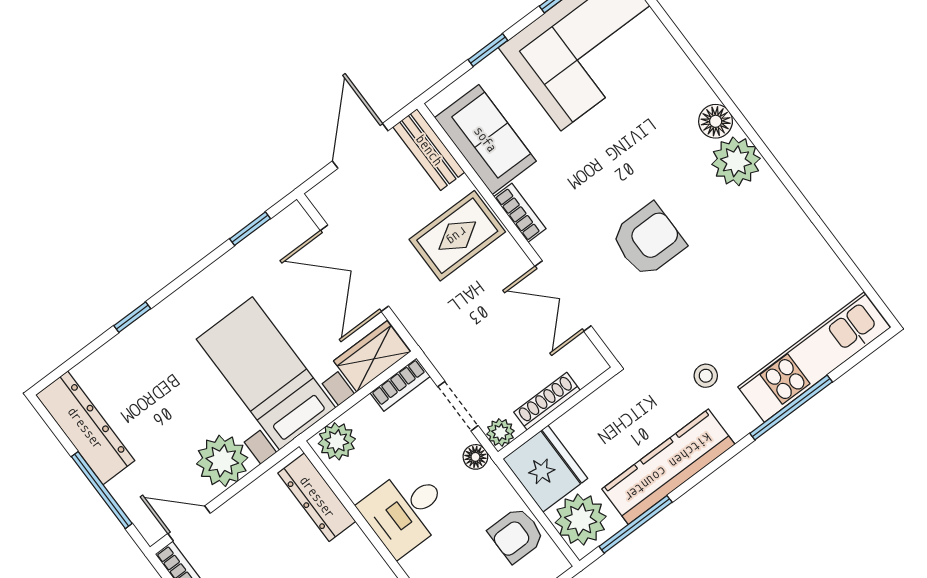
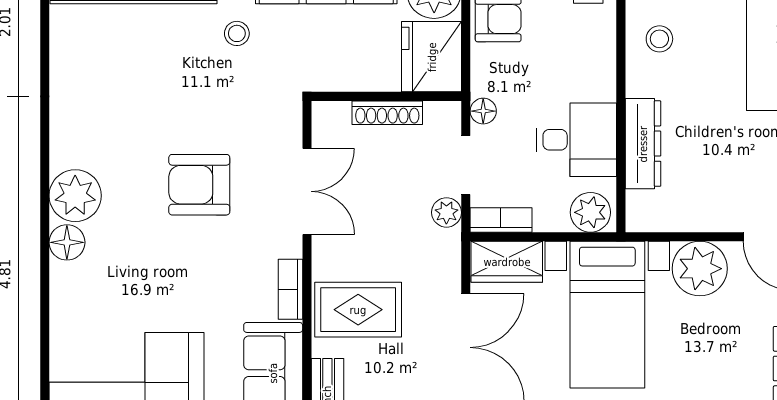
plant: (500, 432) -> (446, 212), moved
dresser: (317, 497) -> (643, 144), moved
desk: (406, 511) -> (577, 140), moved

